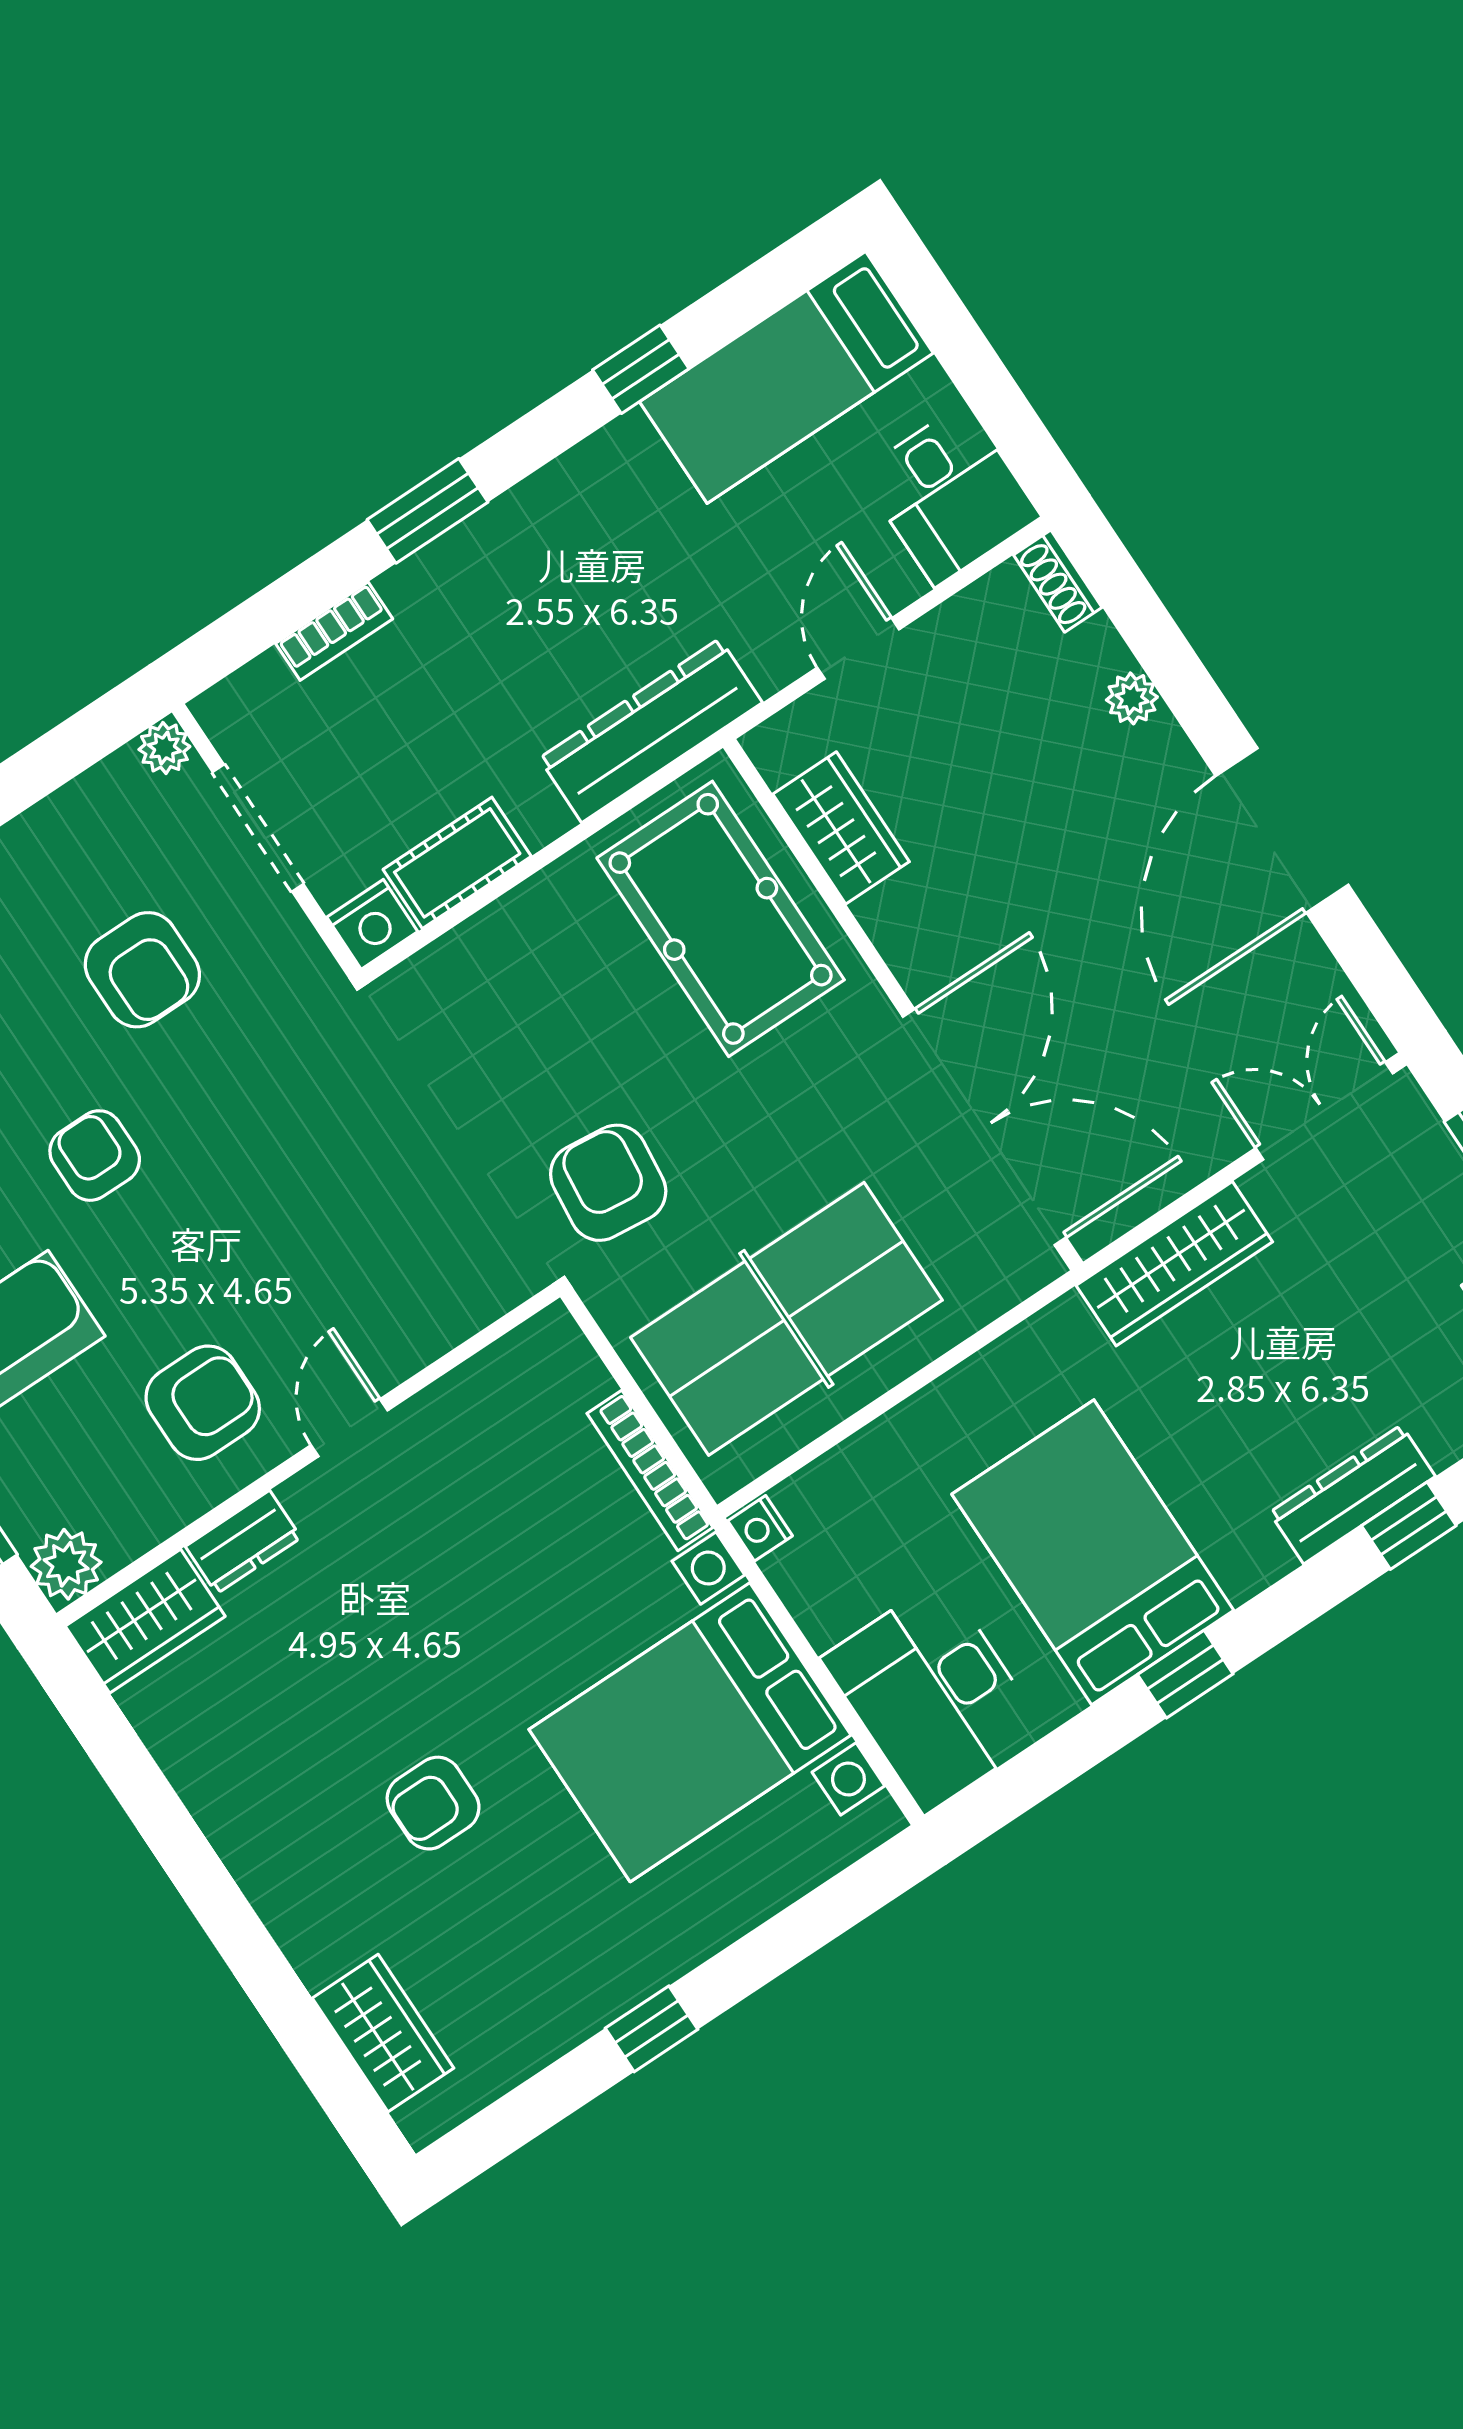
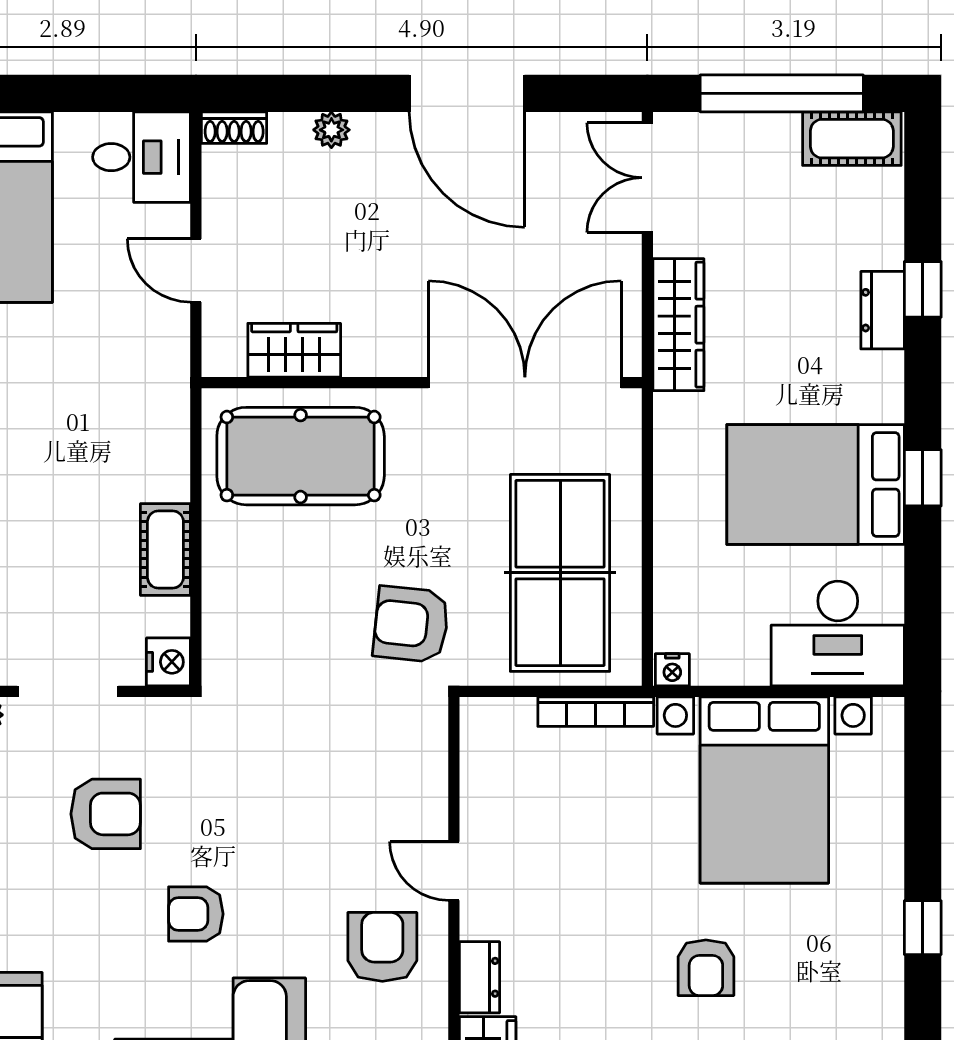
dresser: (651, 730) -> (163, 424), removed
cot: (457, 863) -> (165, 550), moved
dresser: (1352, 1494) -> (883, 310), width x0.70

